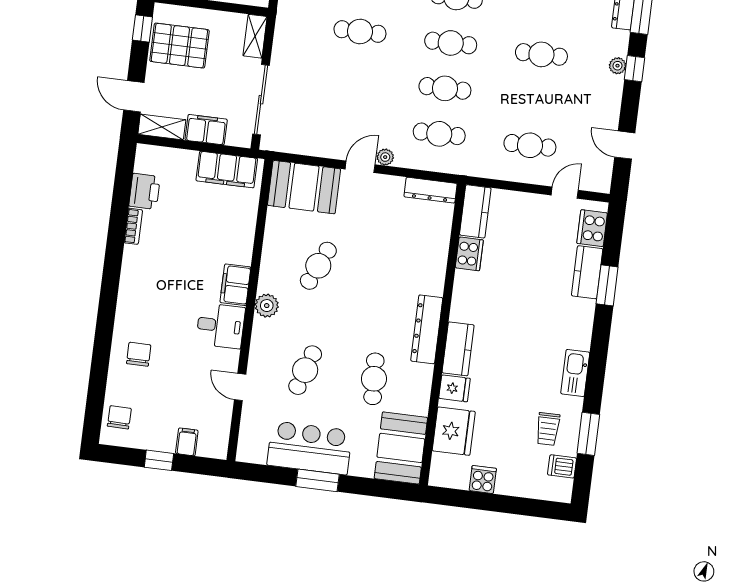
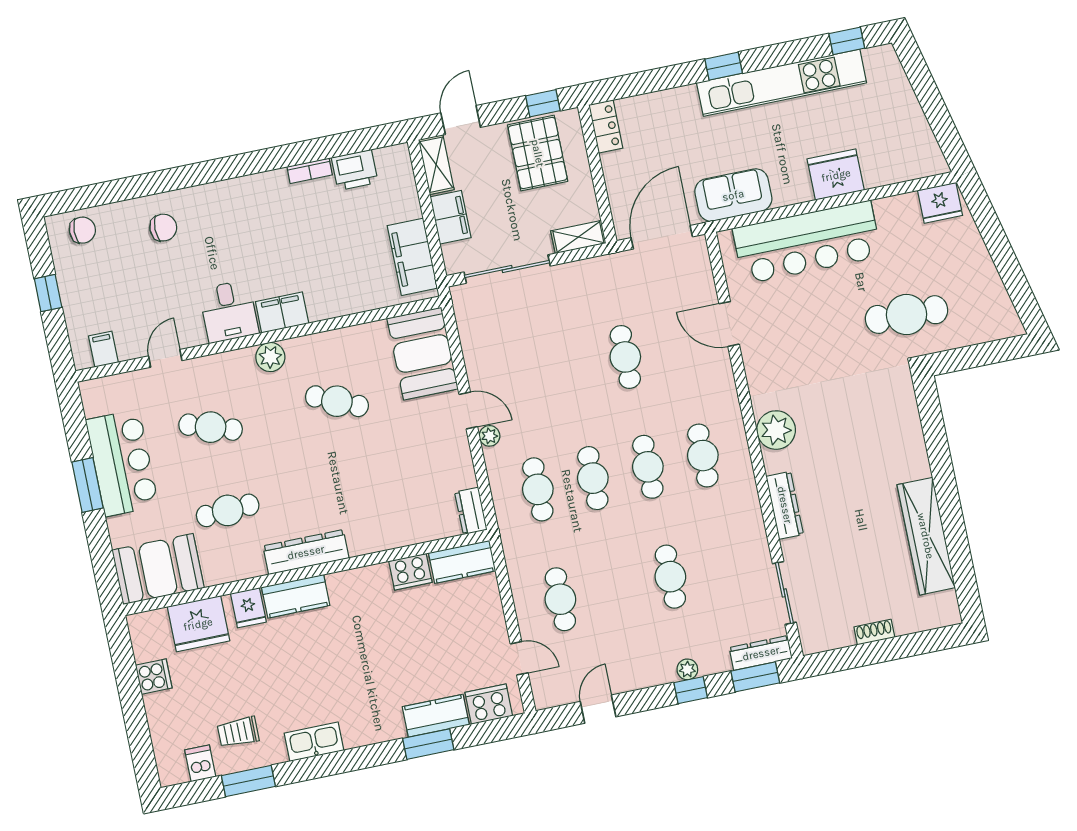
dresser: (431, 190) -> (471, 511), width x0.70
filing cabinet: (187, 442) -> (103, 349), moved, turned -90

